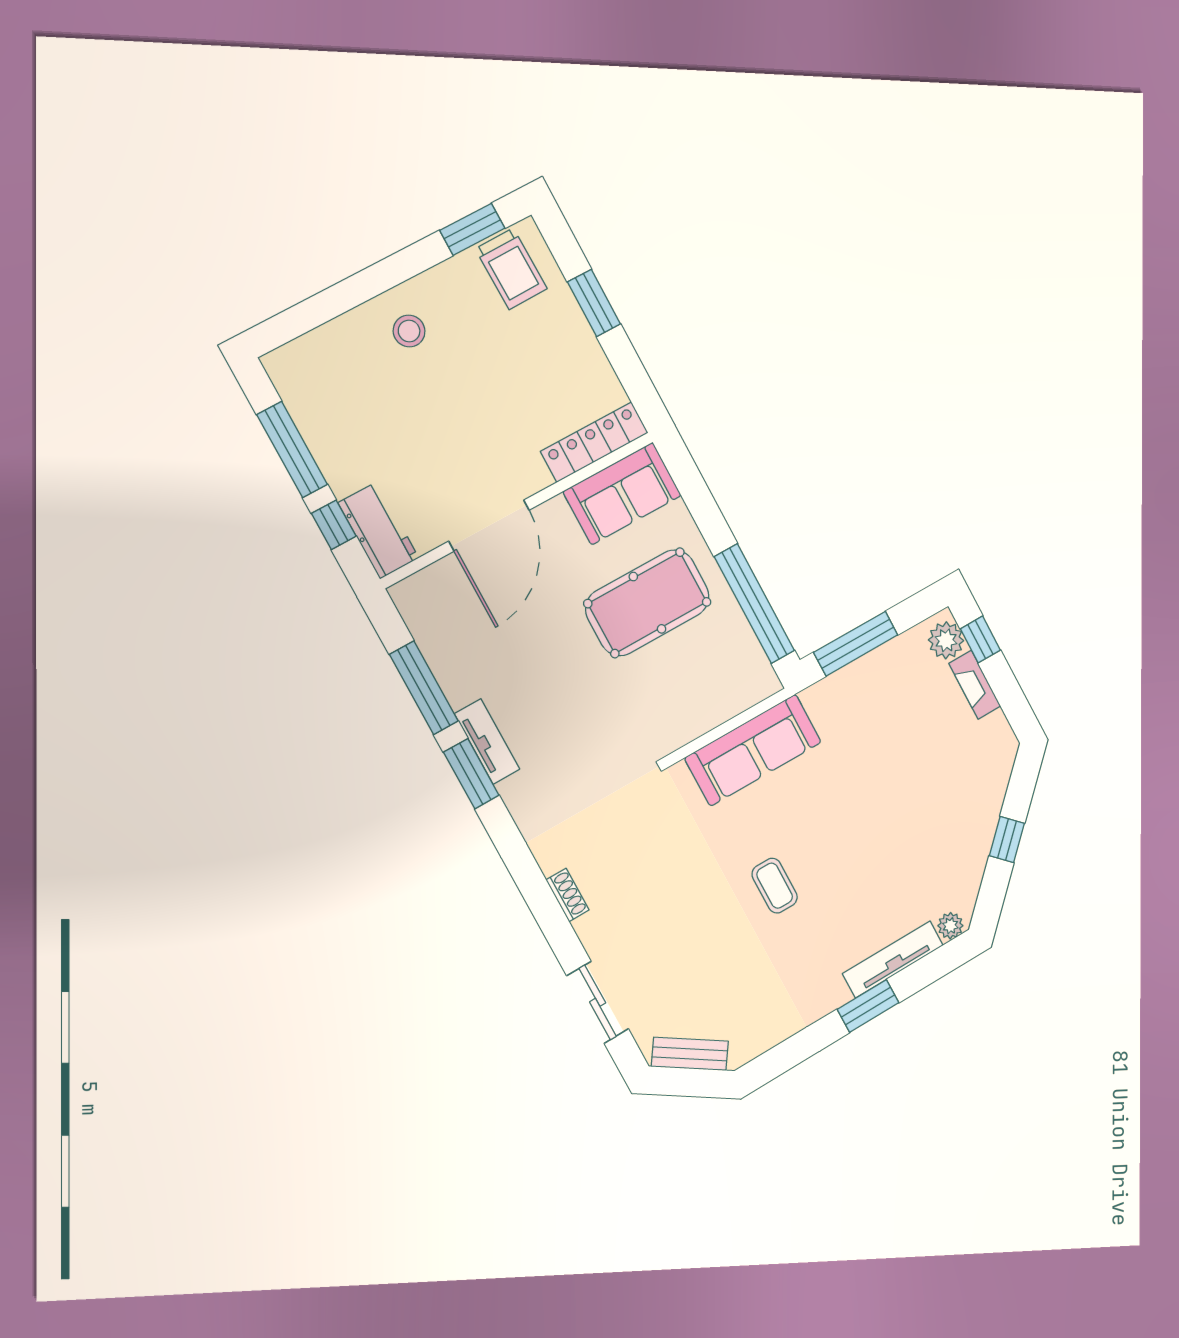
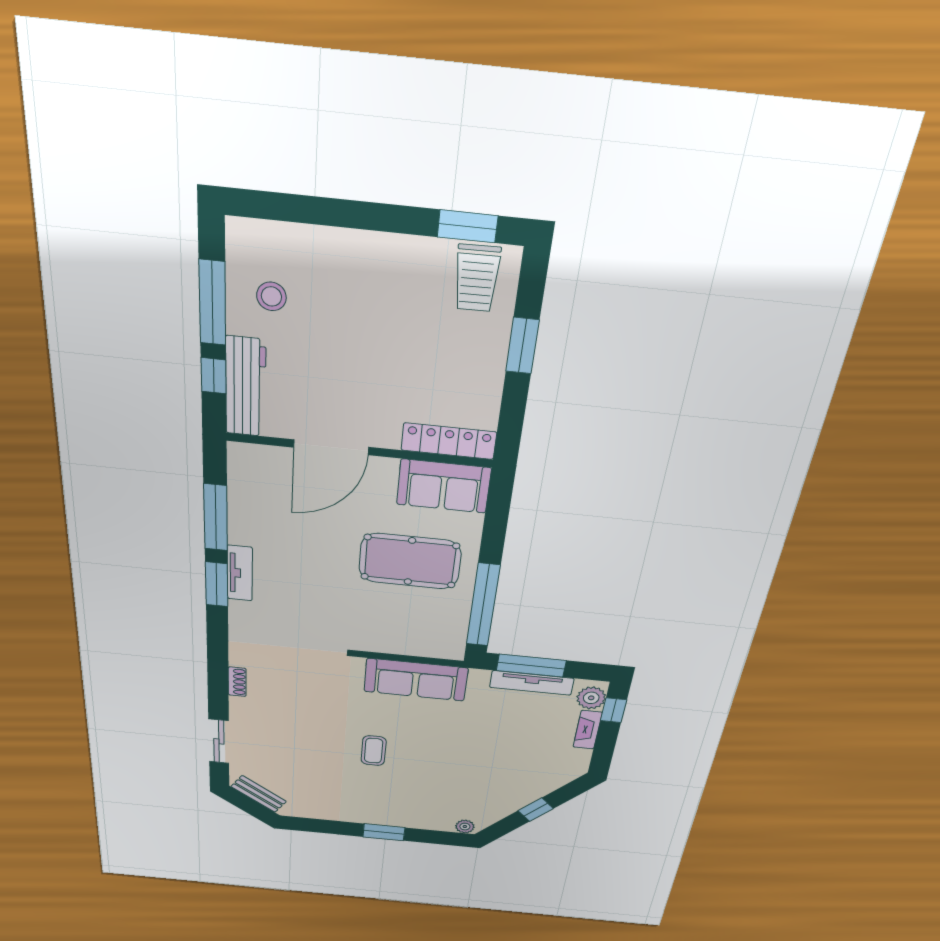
stool: (409, 331) -> (271, 296), moved
workbench: (378, 530) -> (246, 387), width x1.38
tv unit: (893, 959) -> (532, 683), moved, turned 180

